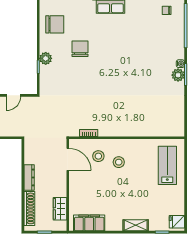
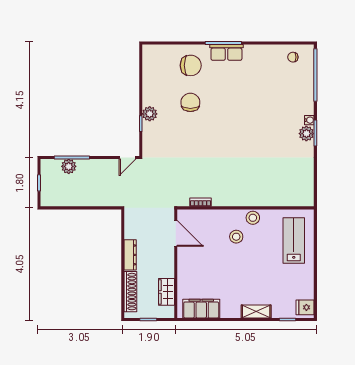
chair: (55, 24) -> (191, 65), moved
door: (13, 95) -> (127, 158), moved
stool: (98, 156) -> (253, 218), moved

